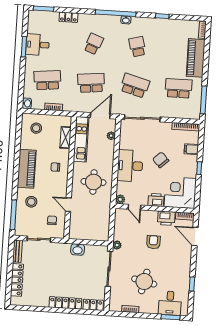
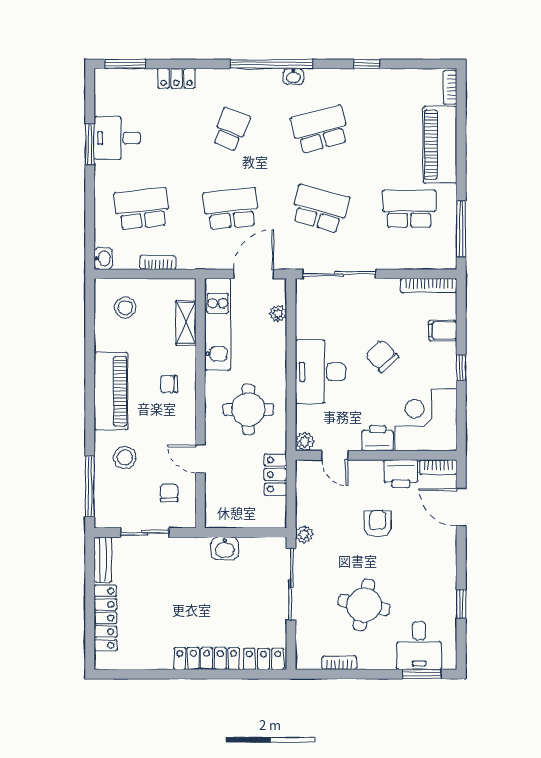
school desk: (137, 47) -> (320, 129), width x1.85
locker: (105, 215) -> (275, 475), added

